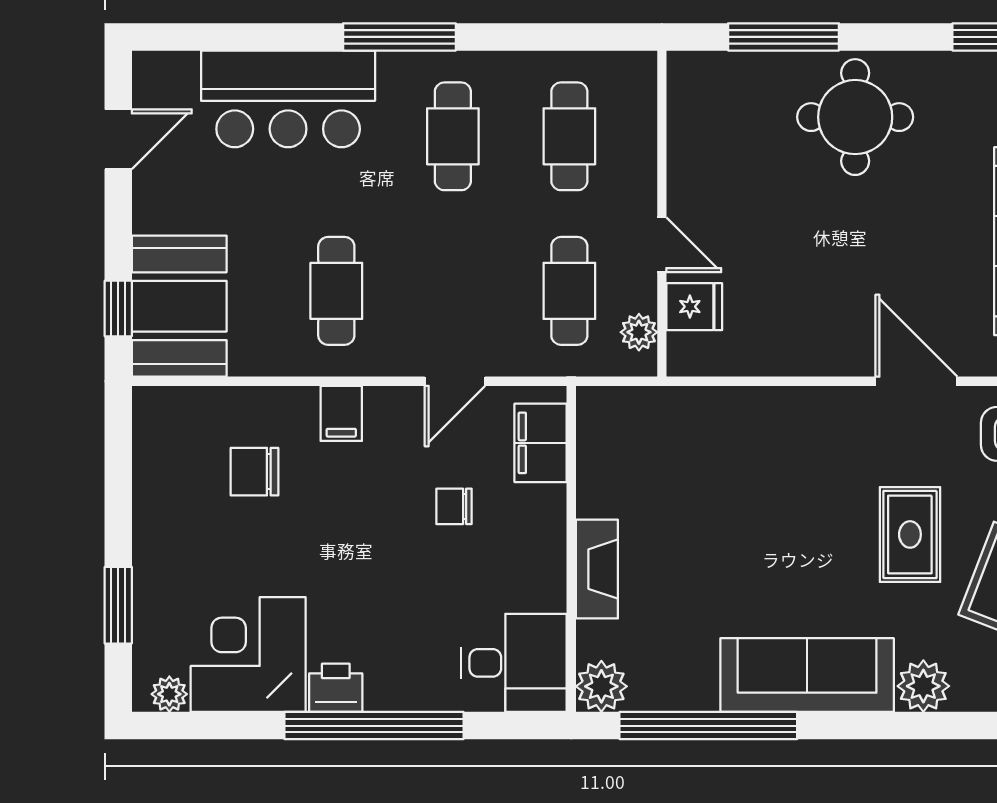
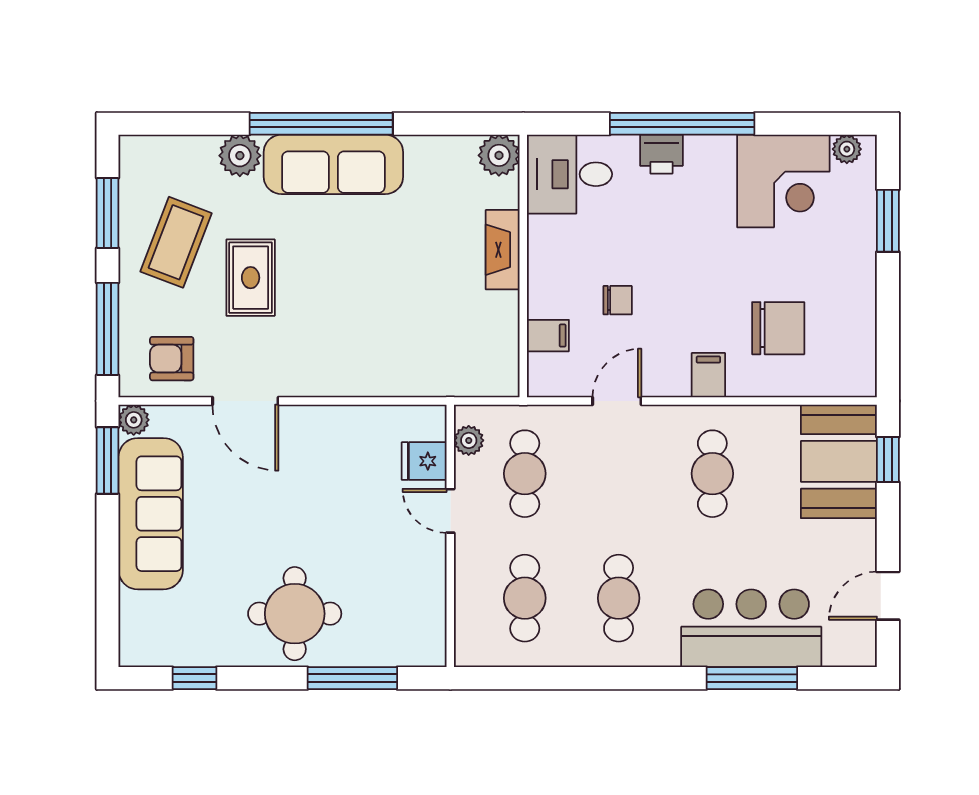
window: (399, 37) -> (752, 678), moved
filing cabinet: (541, 443) -> (548, 336), width x0.50
chair: (255, 472) -> (778, 328), width x1.37, depth x1.37
printer: (336, 688) -> (661, 154), moved
window: (708, 726) -> (321, 124), moved

